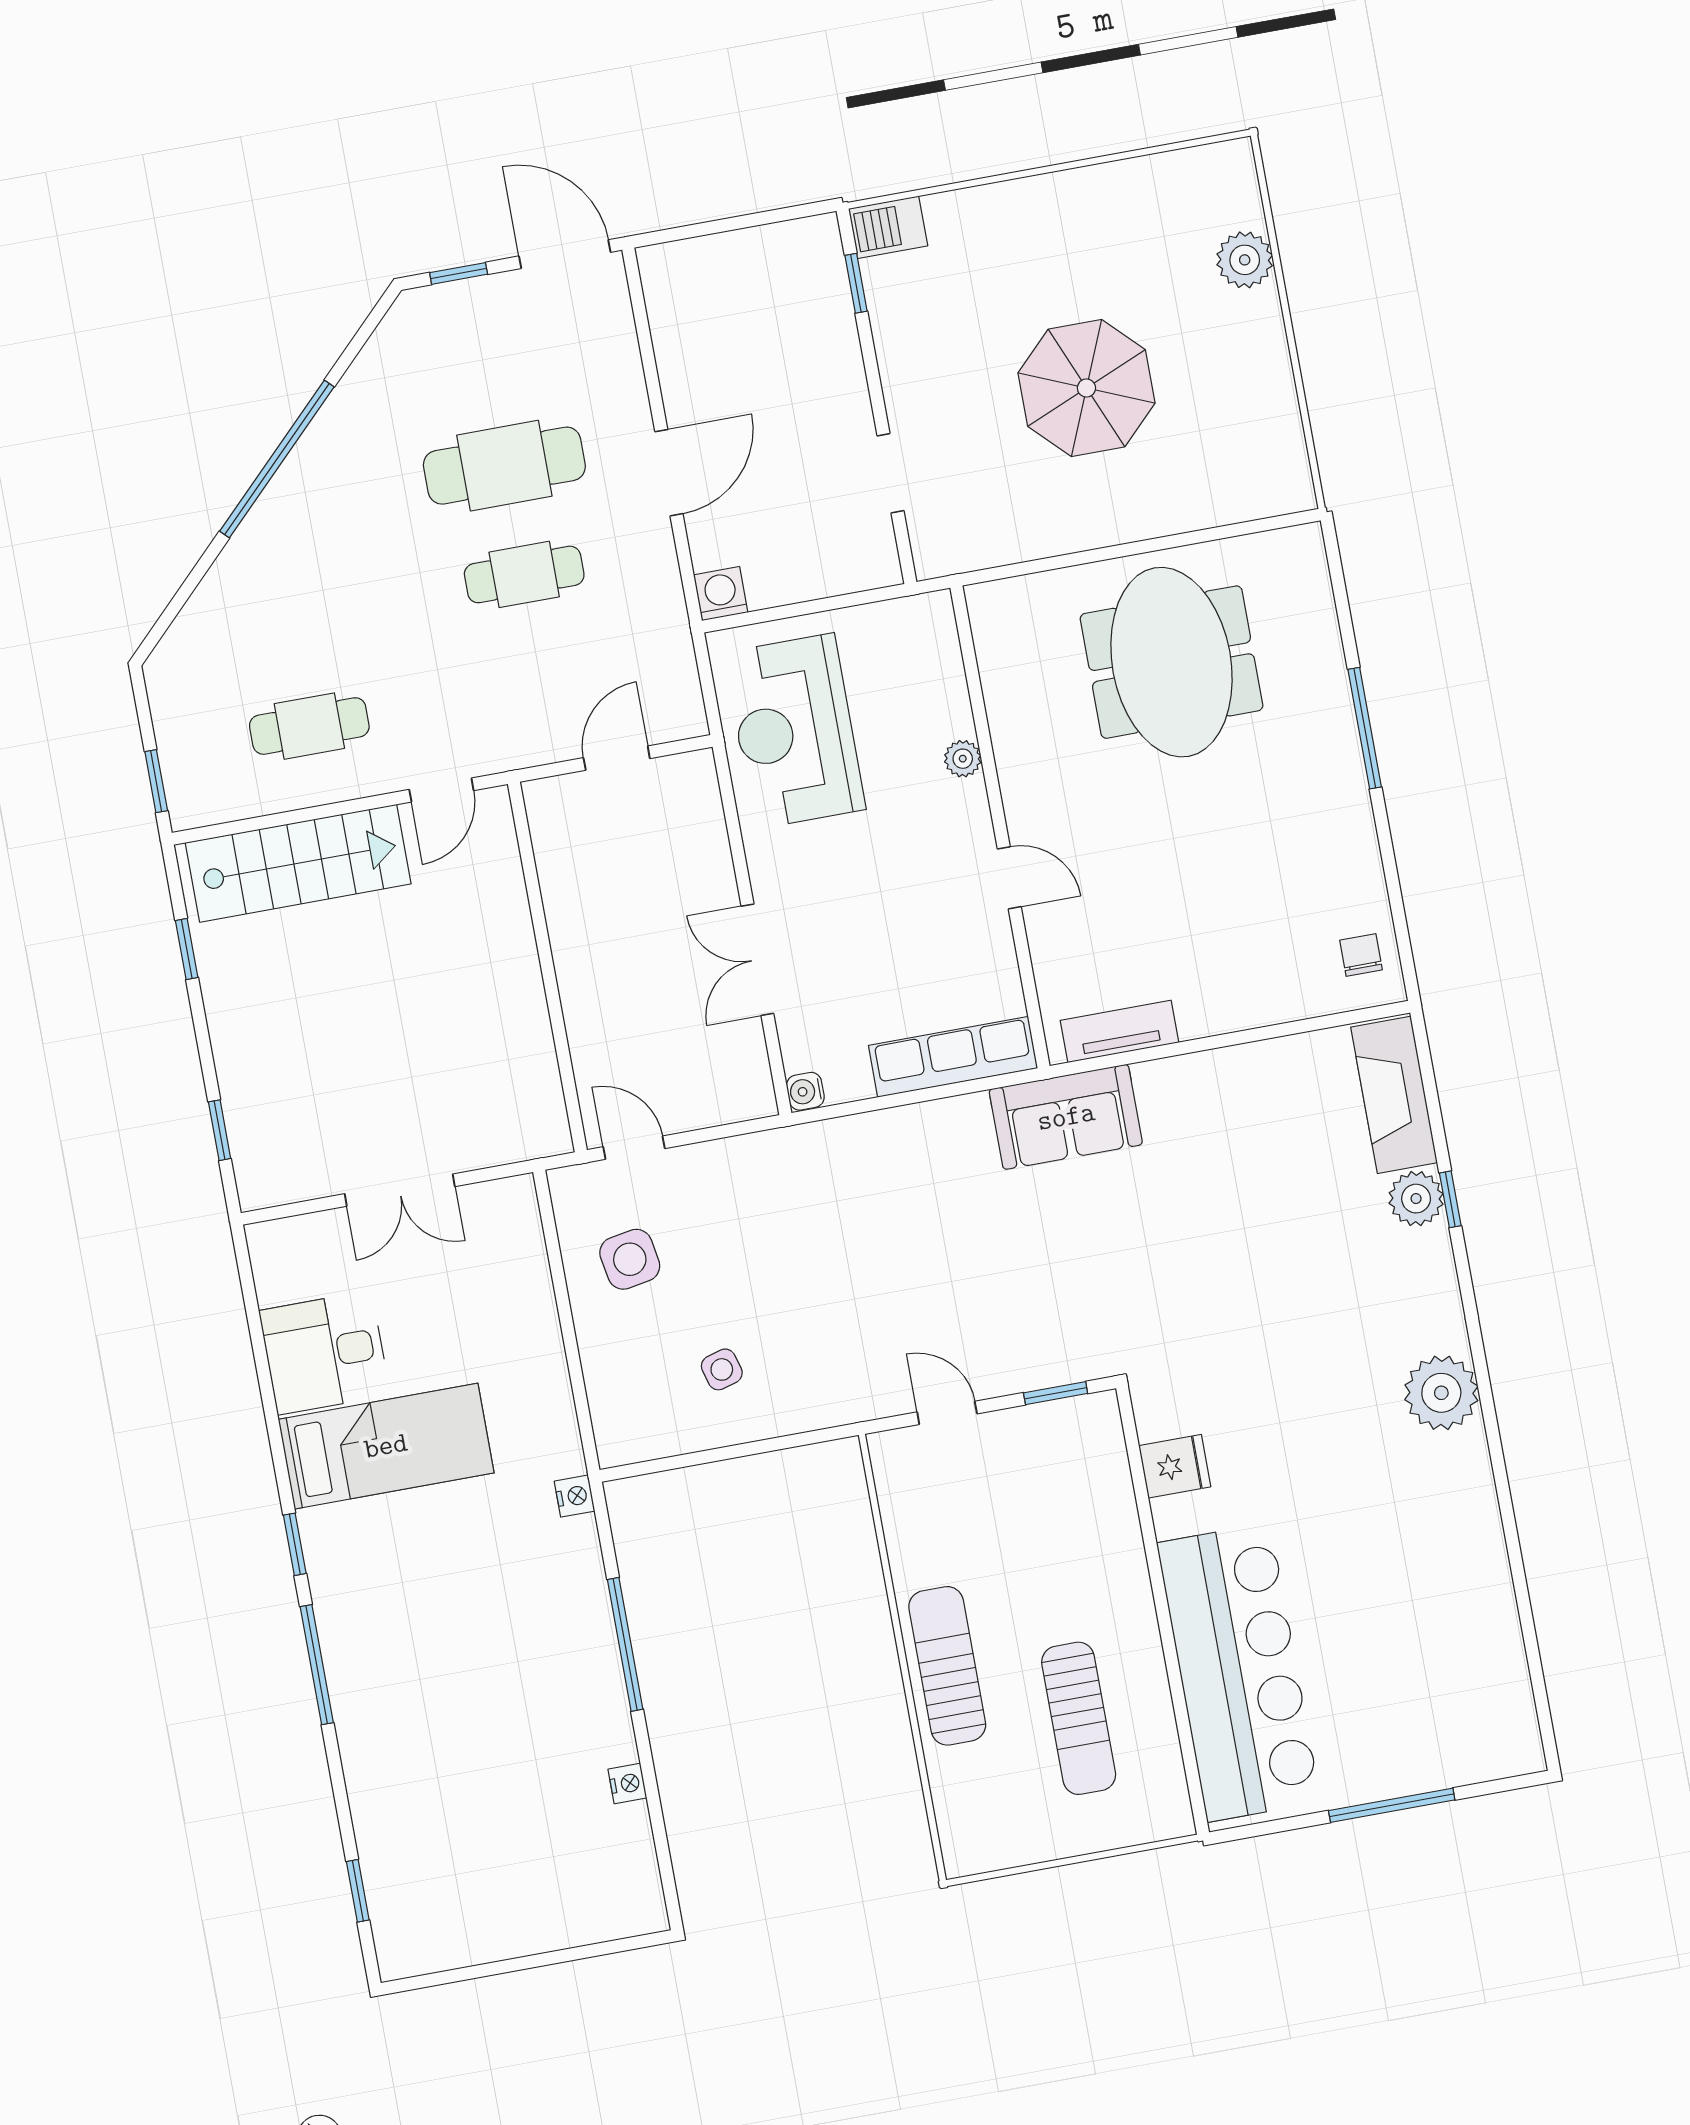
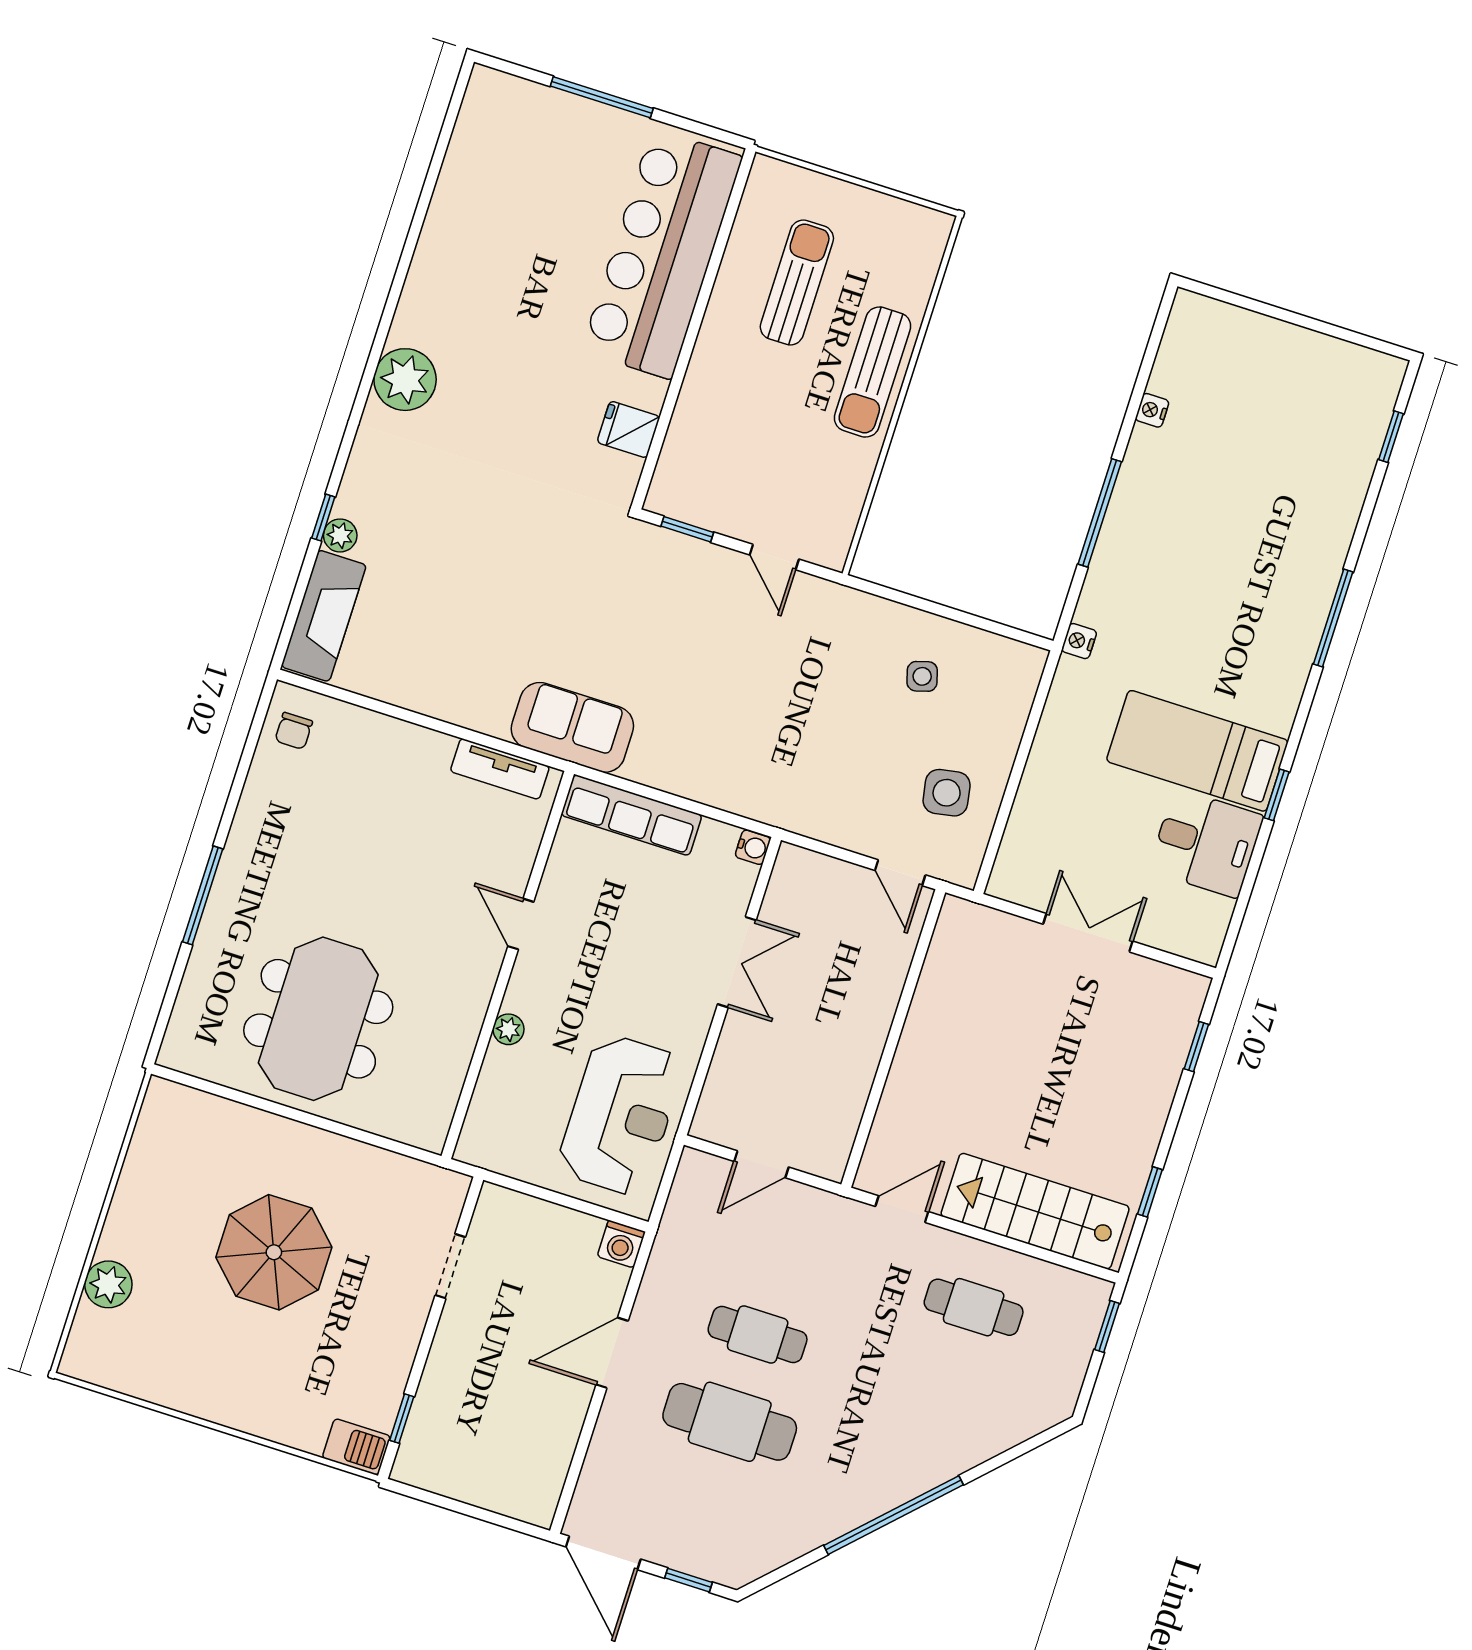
plant: (1416, 1199) -> (340, 535), width x0.73, depth x0.73
window: (295, 1544) -> (1277, 795), moved

